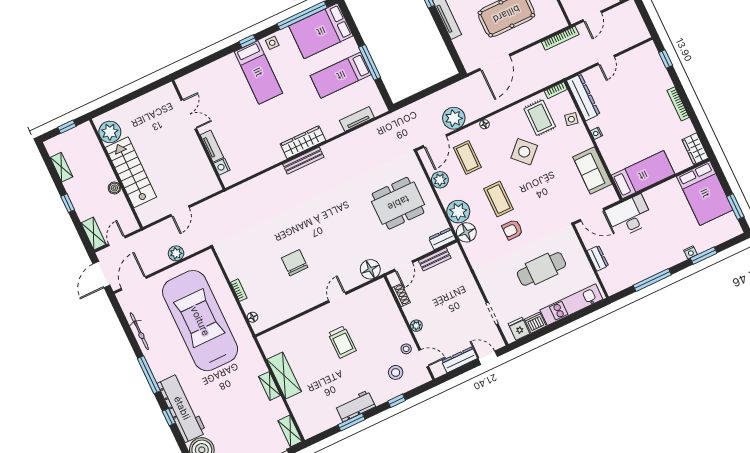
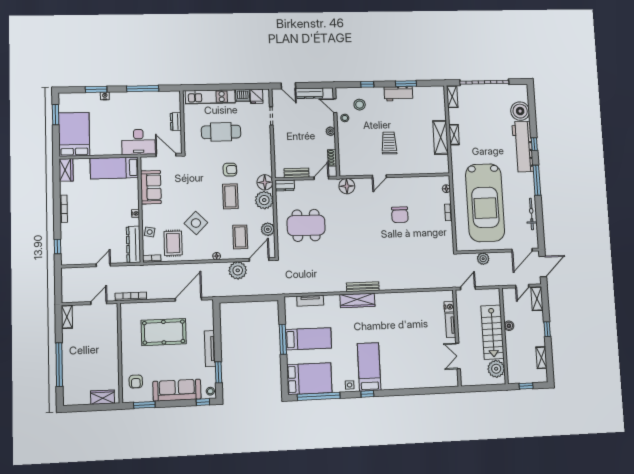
double door: (189, 114) -> (458, 356), moved
wall: (198, 135) -> (457, 338), moved
tv unit: (212, 146) -> (450, 325), moved
nightstand: (222, 167) -> (449, 307), moved

